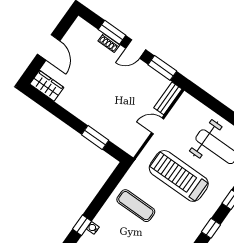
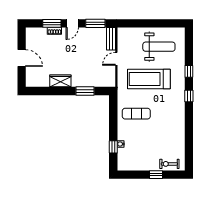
wardrobe: (47, 86) -> (60, 81), moved

